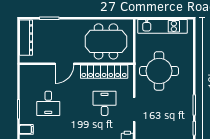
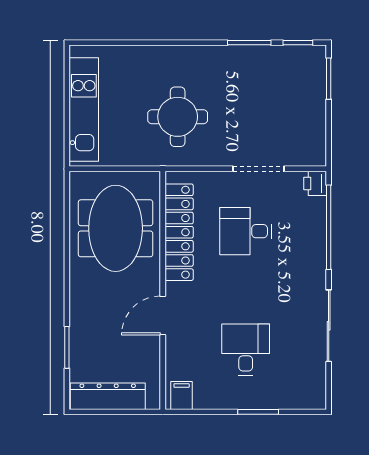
door: (64, 64) -> (163, 316), swing flipped
round table: (159, 71) -> (178, 117), width x0.73, depth x0.73
desk: (48, 103) -> (246, 350), turned -90
filing cabinet: (26, 129) -> (182, 395), moved

